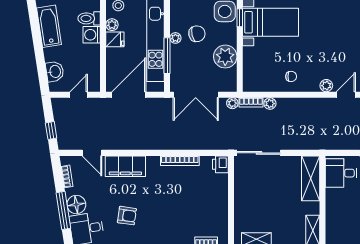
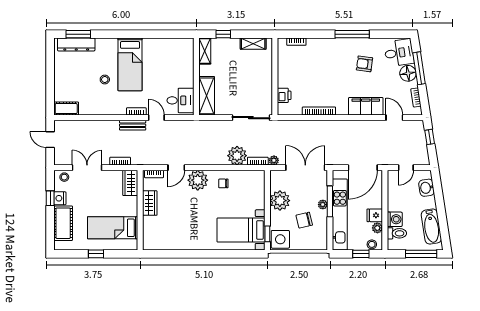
plant: (175, 38) -> (323, 205), moved
plant: (326, 86) -> (198, 180), width x1.87, depth x1.87
plant: (270, 104) -> (237, 156), width x1.87, depth x1.87
printer: (220, 164) -> (284, 95), moved

